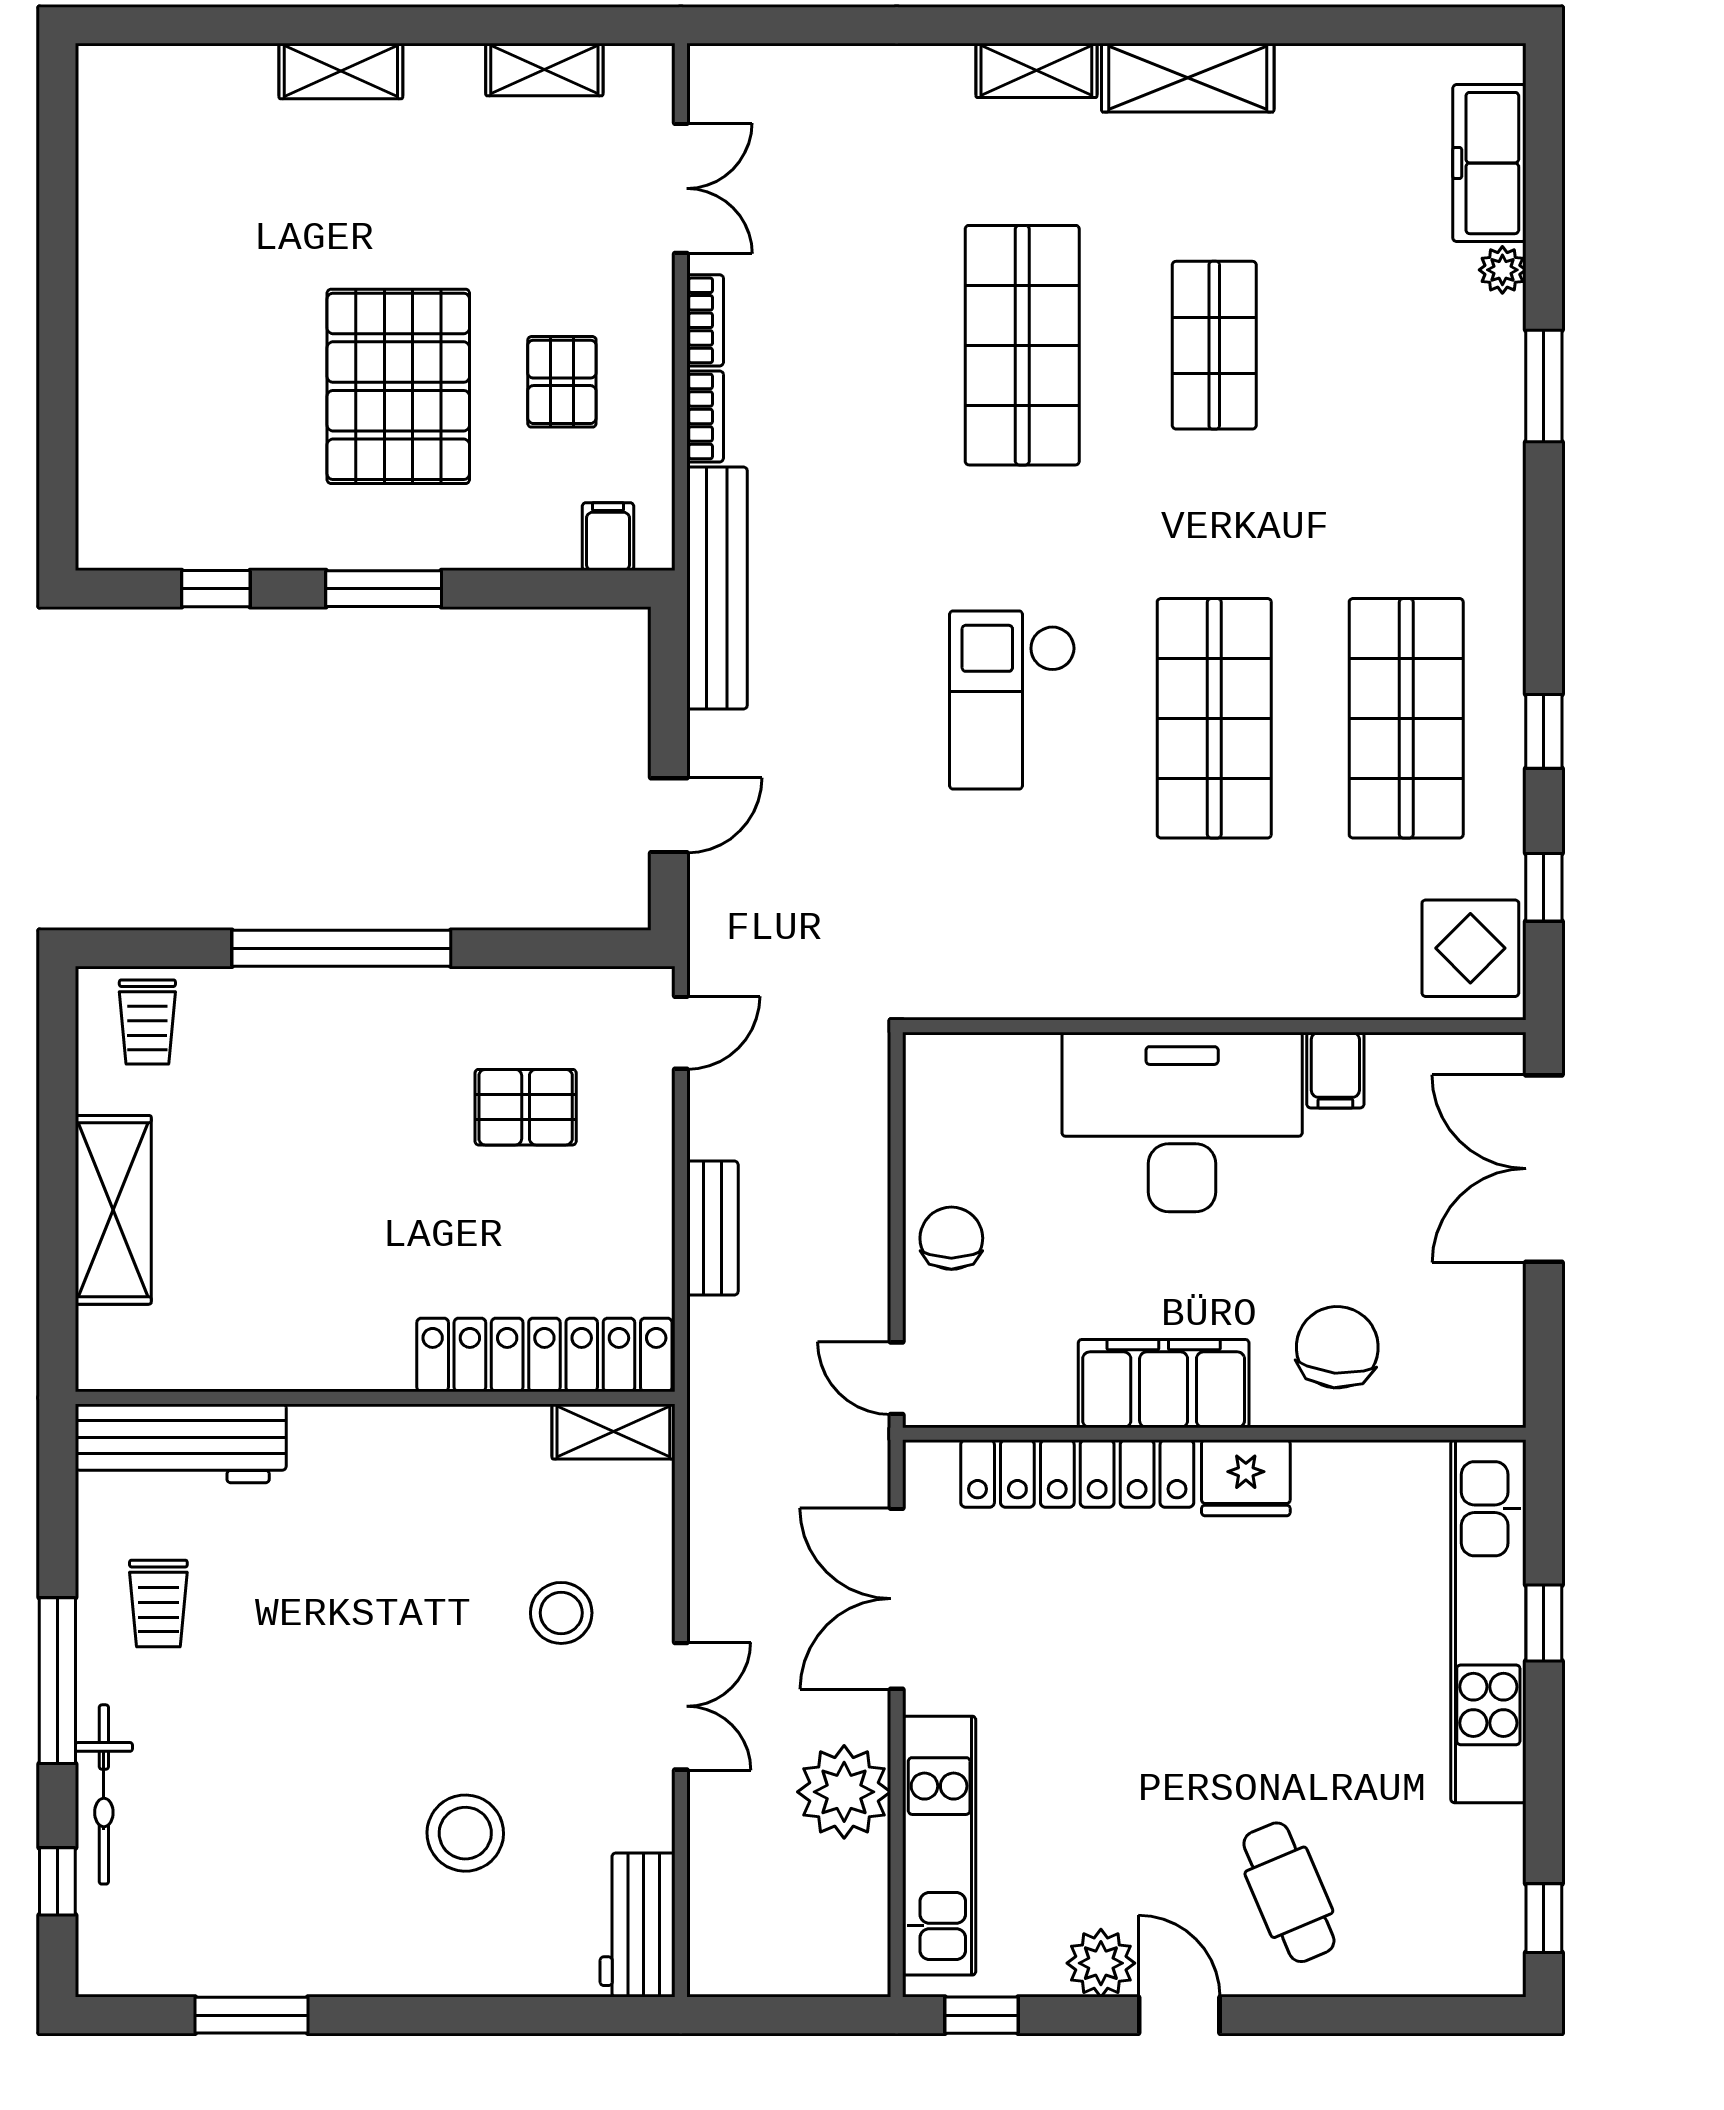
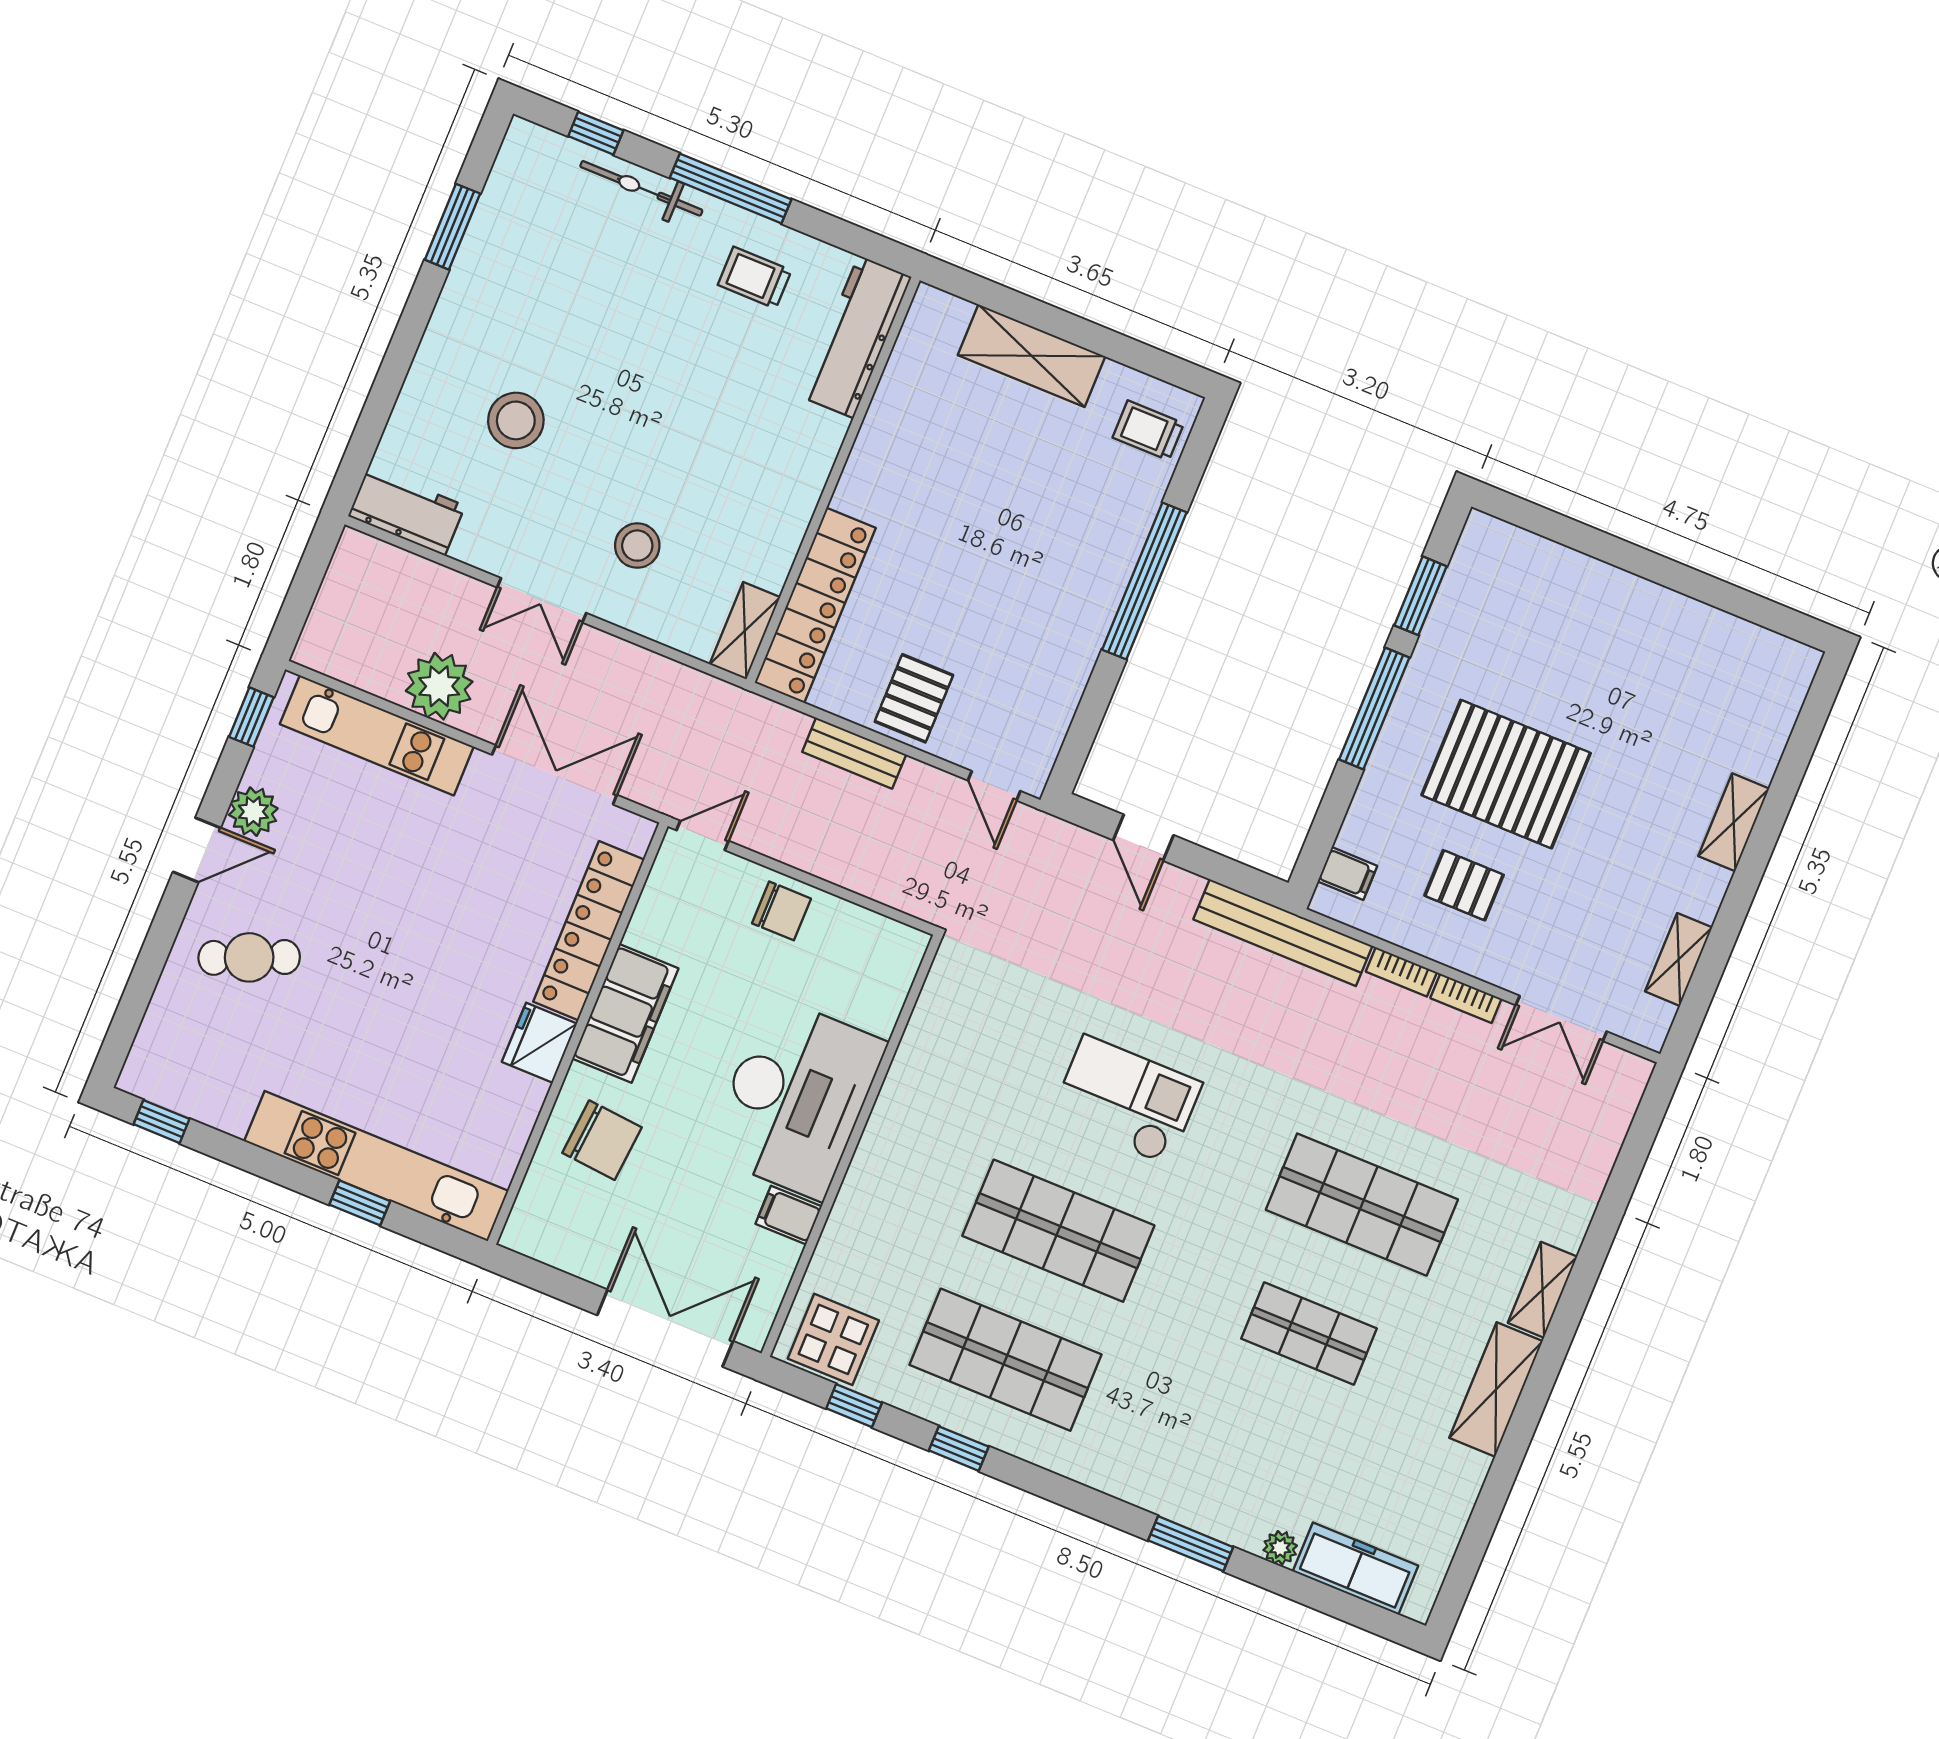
window: (216, 589) -> (1420, 596), width x1.50
window: (384, 589) -> (1374, 708), width x1.44
pallet: (526, 1107) -> (914, 698), moved

